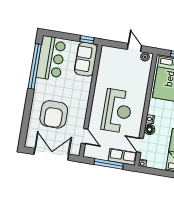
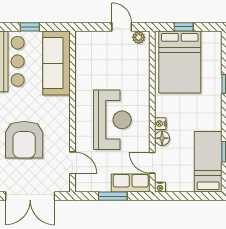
window: (87, 40) -> (30, 27), moved
sofa: (86, 59) -> (56, 63), width x1.36
double door: (51, 154) -> (30, 196), swing flipped
window: (109, 164) -> (113, 196), width x0.69

